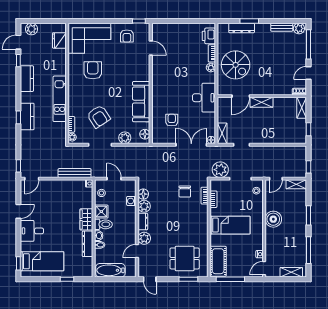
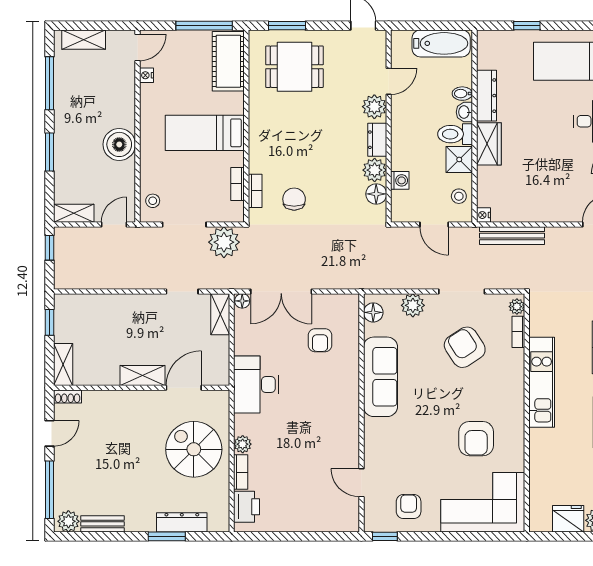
fridge: (59, 40) -> (568, 519), moved, turned -90

